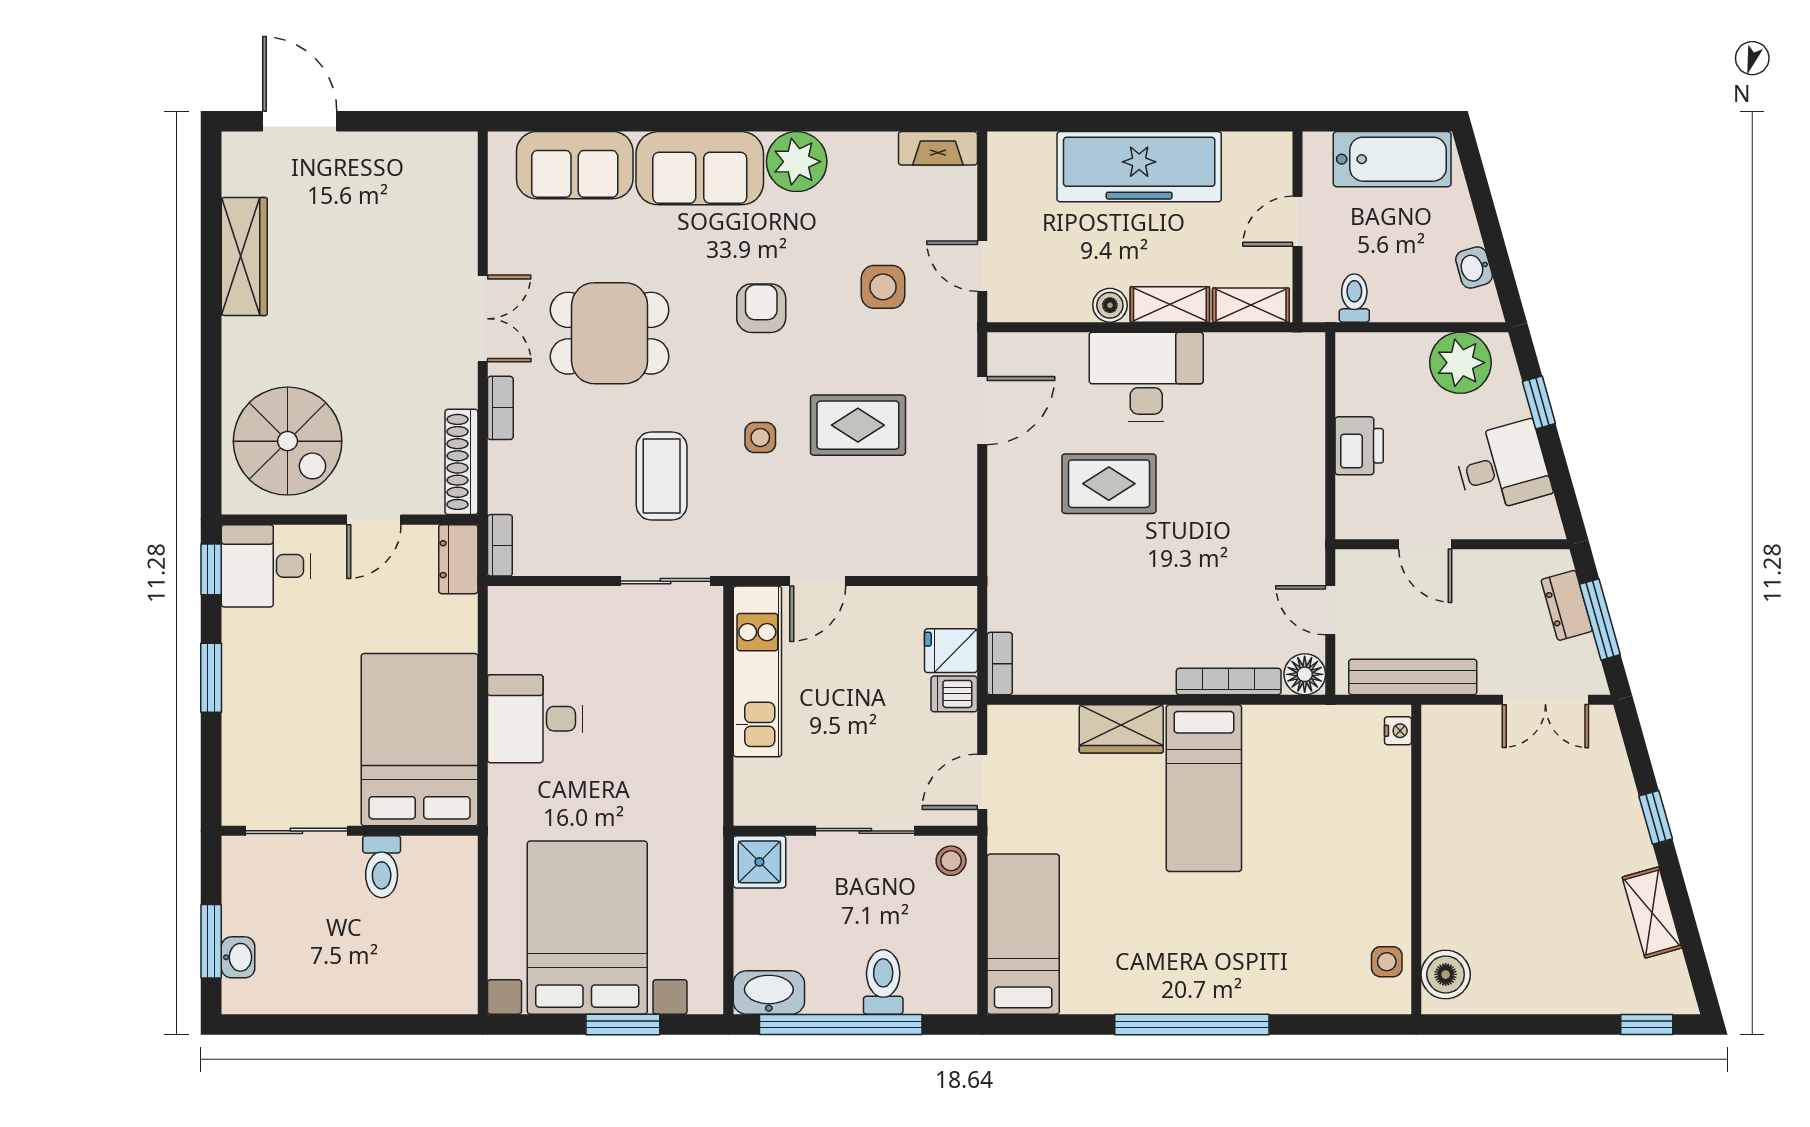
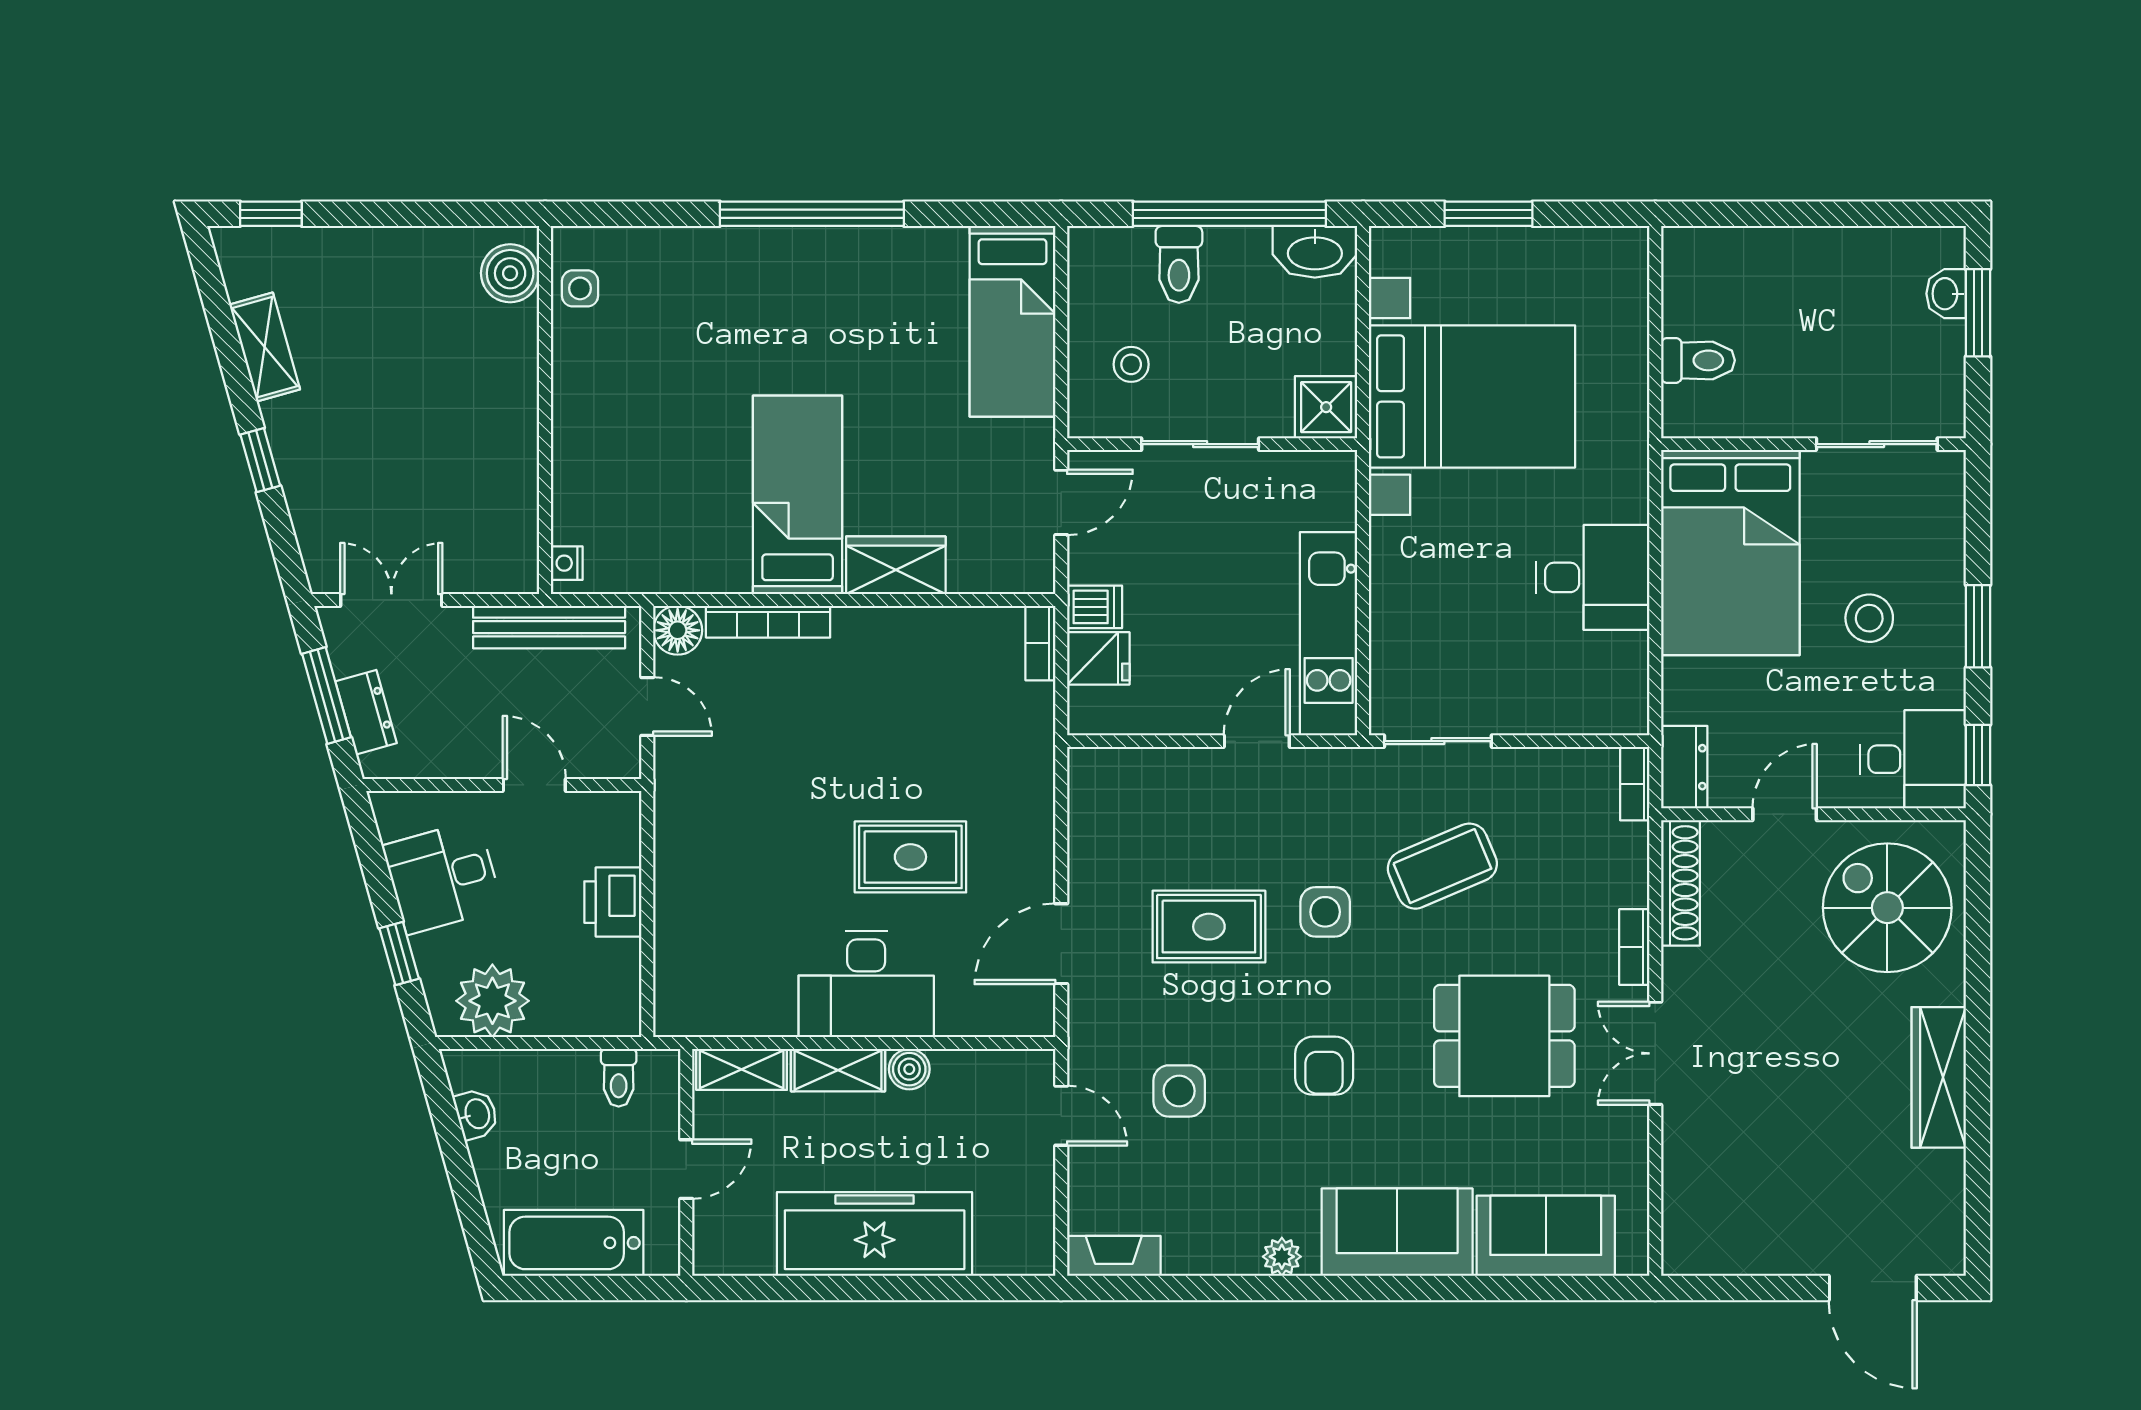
plant: (797, 162) -> (1282, 1257), width x0.53, depth x0.53
wardrobe: (244, 256) -> (1939, 1077), moved
side table: (760, 438) -> (1325, 912), width x1.37, depth x1.37
coffee table: (662, 476) -> (1442, 866), turned 67
stool: (303, 684) -> (1869, 618), added
stool: (951, 861) -> (1131, 364), moved
toilet: (382, 867) -> (1698, 360), moved, turned 90
bed with nightstands: (587, 928) -> (1472, 396), moved, turned -90

